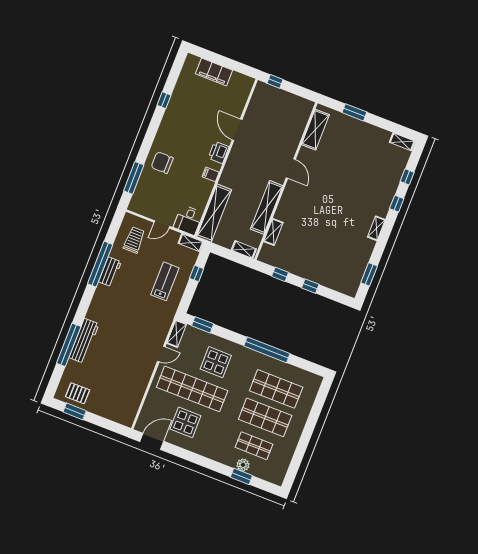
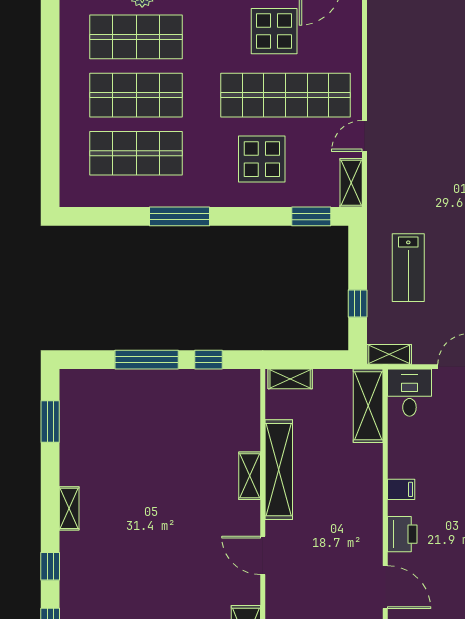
shelving: (214, 213) -> (368, 406), width x0.68
shelving: (273, 232) -> (250, 476), moved
window: (310, 286) -> (147, 360), width x2.17
window: (267, 350) -> (179, 216), width x0.68
shop shelf: (254, 446) -> (136, 37), width x1.43, depth x1.36

